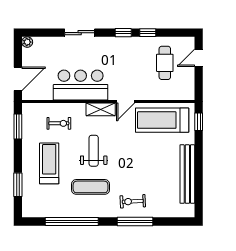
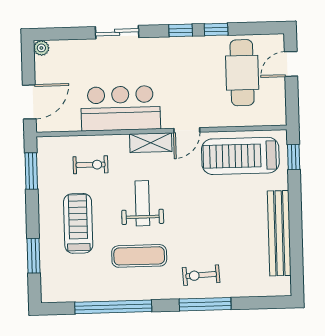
cafe table: (165, 63) -> (242, 73), width x1.37, depth x1.35

